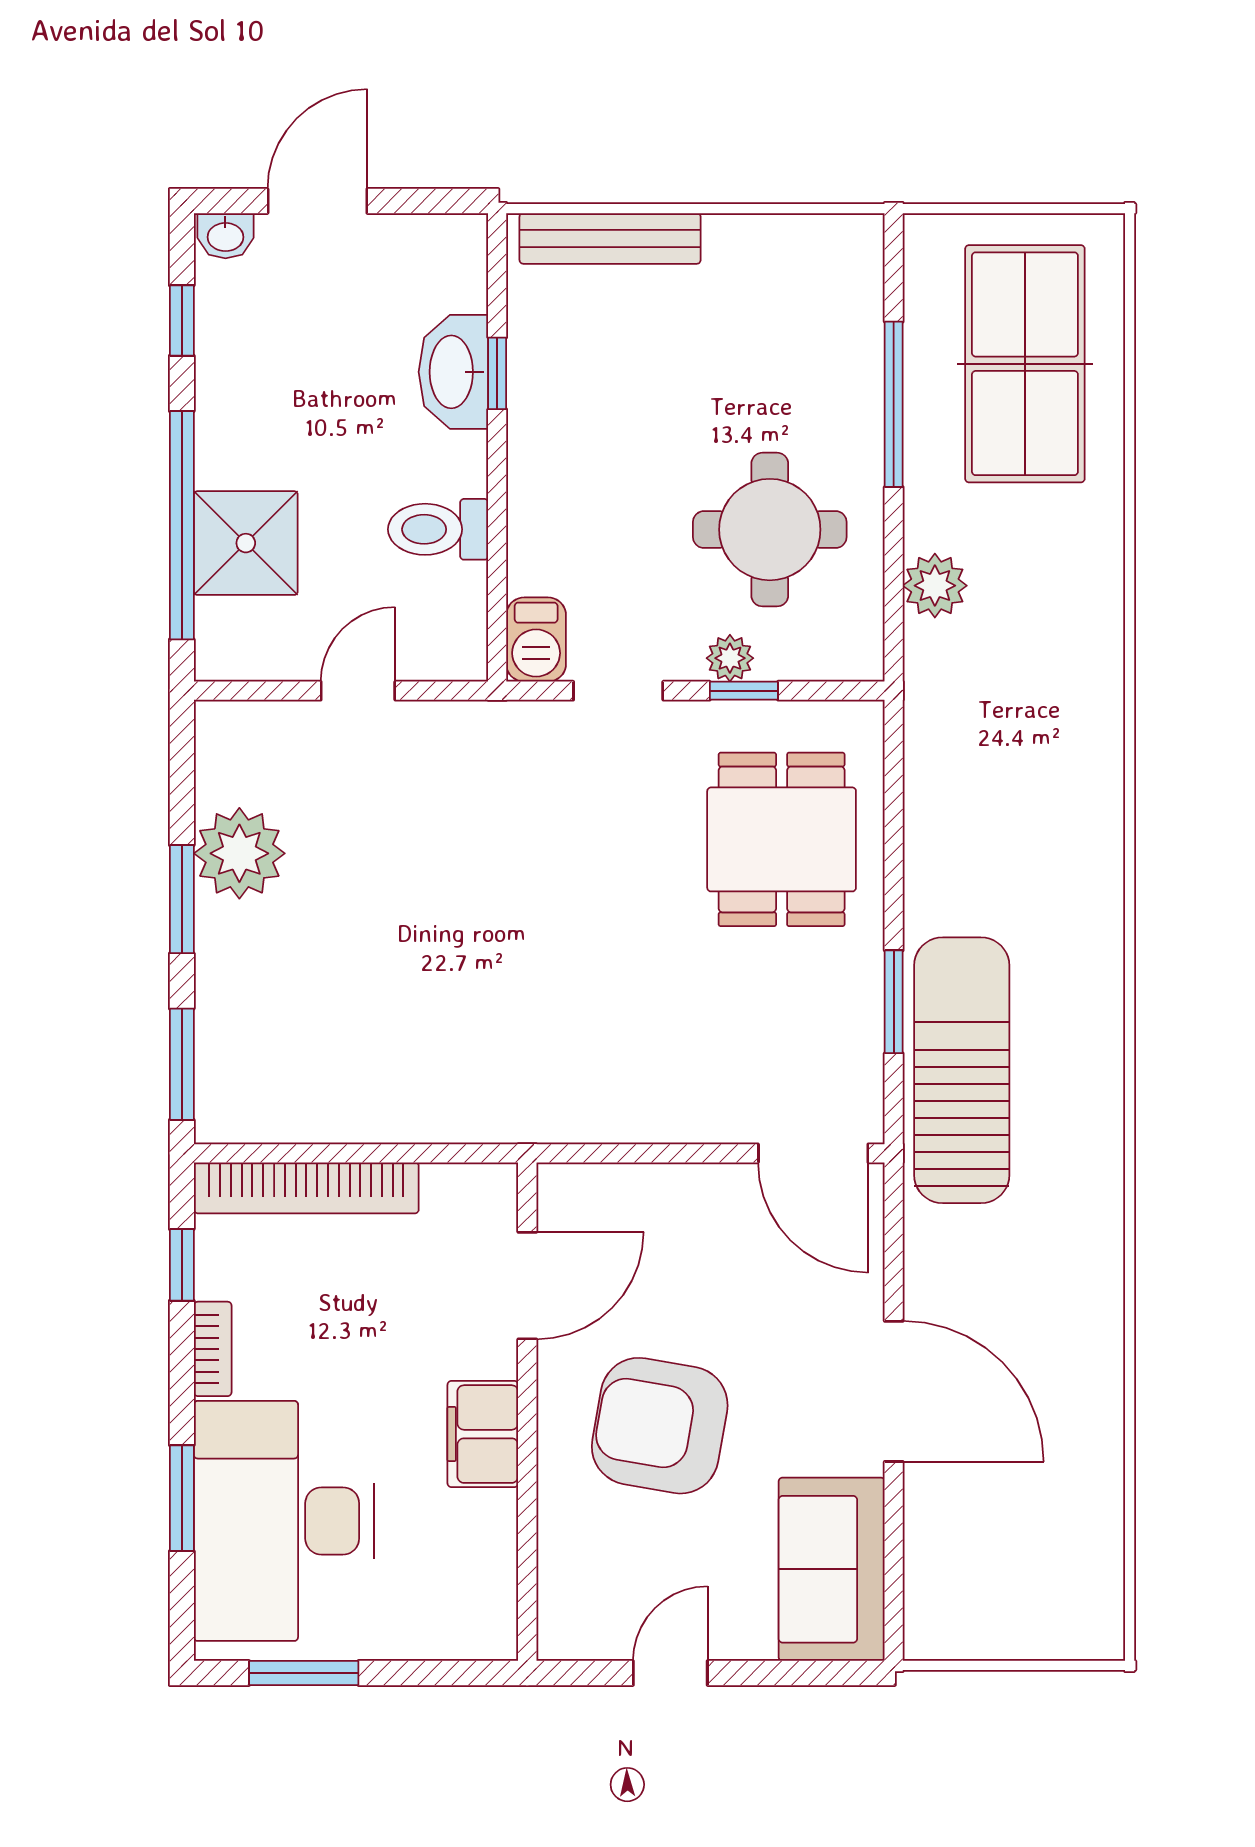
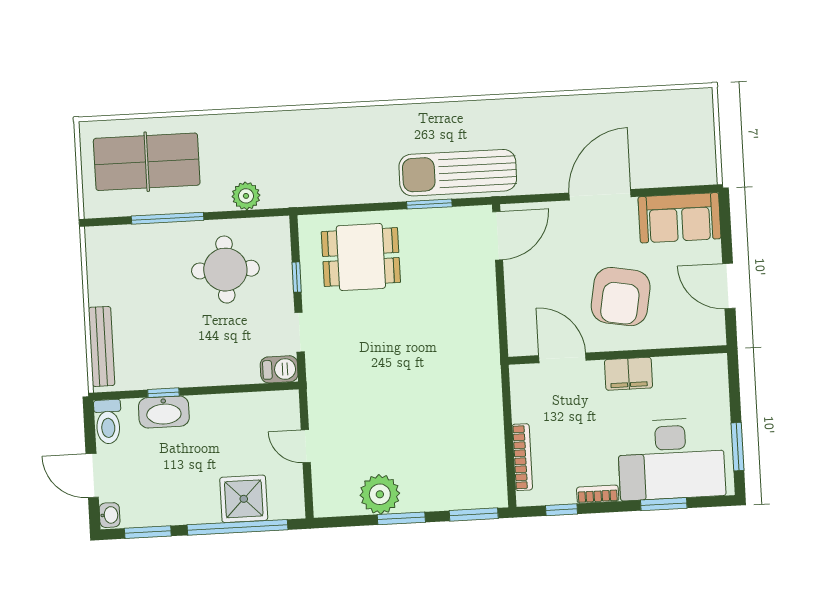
window: (182, 321) -> (148, 532), width x1.50
toilet: (438, 529) -> (108, 422), moved
plant: (730, 658) -> (283, 284), removed
bookcase: (306, 1188) -> (522, 457), width x0.68, depth x0.76
door: (670, 1673) -> (729, 286), width x1.38

